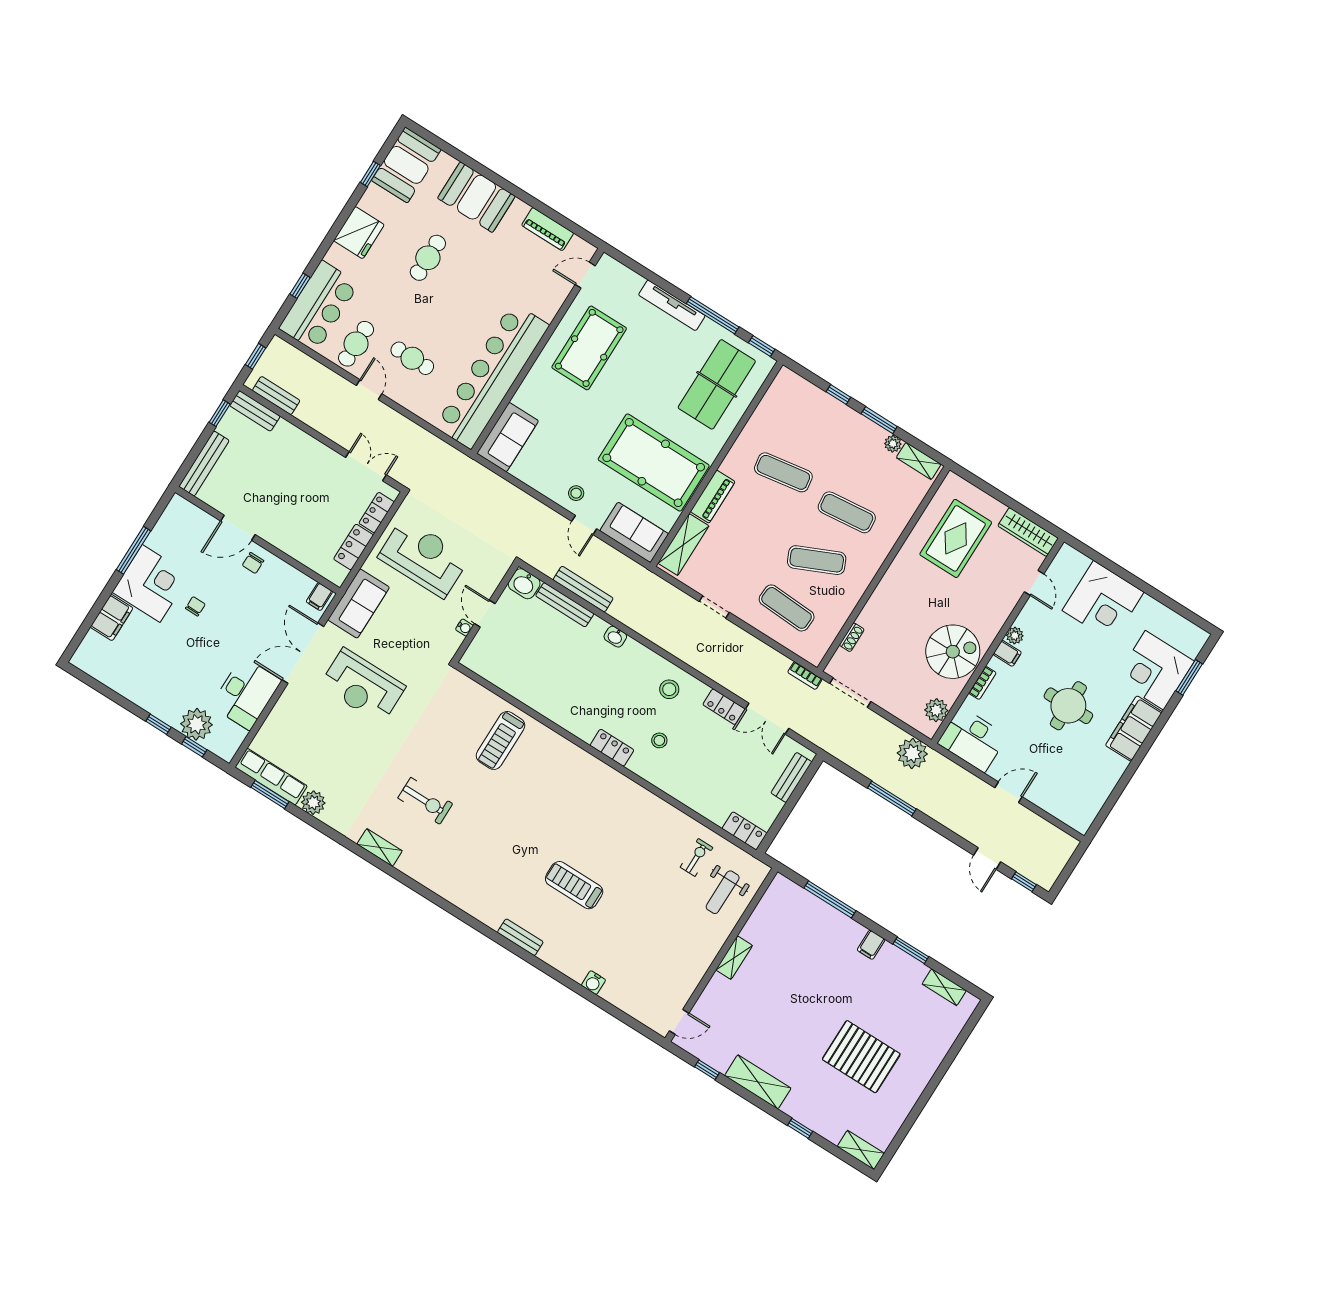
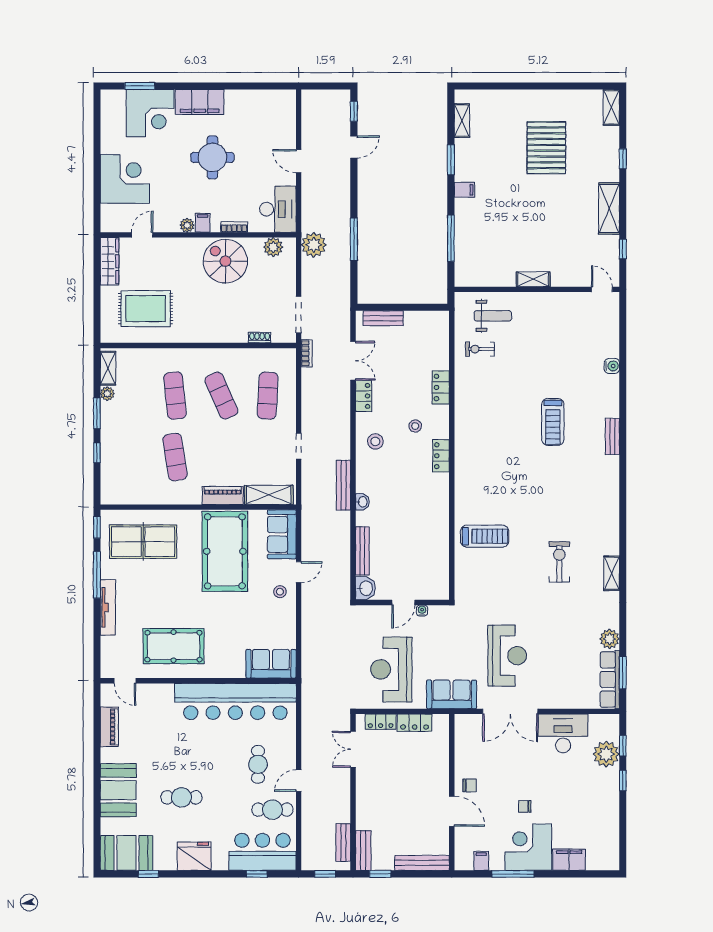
bench: (583, 589) -> (343, 485), moved
filing cabinet: (319, 597) -> (481, 861), moved, turned -90
locker: (744, 831) -> (441, 387), moved

